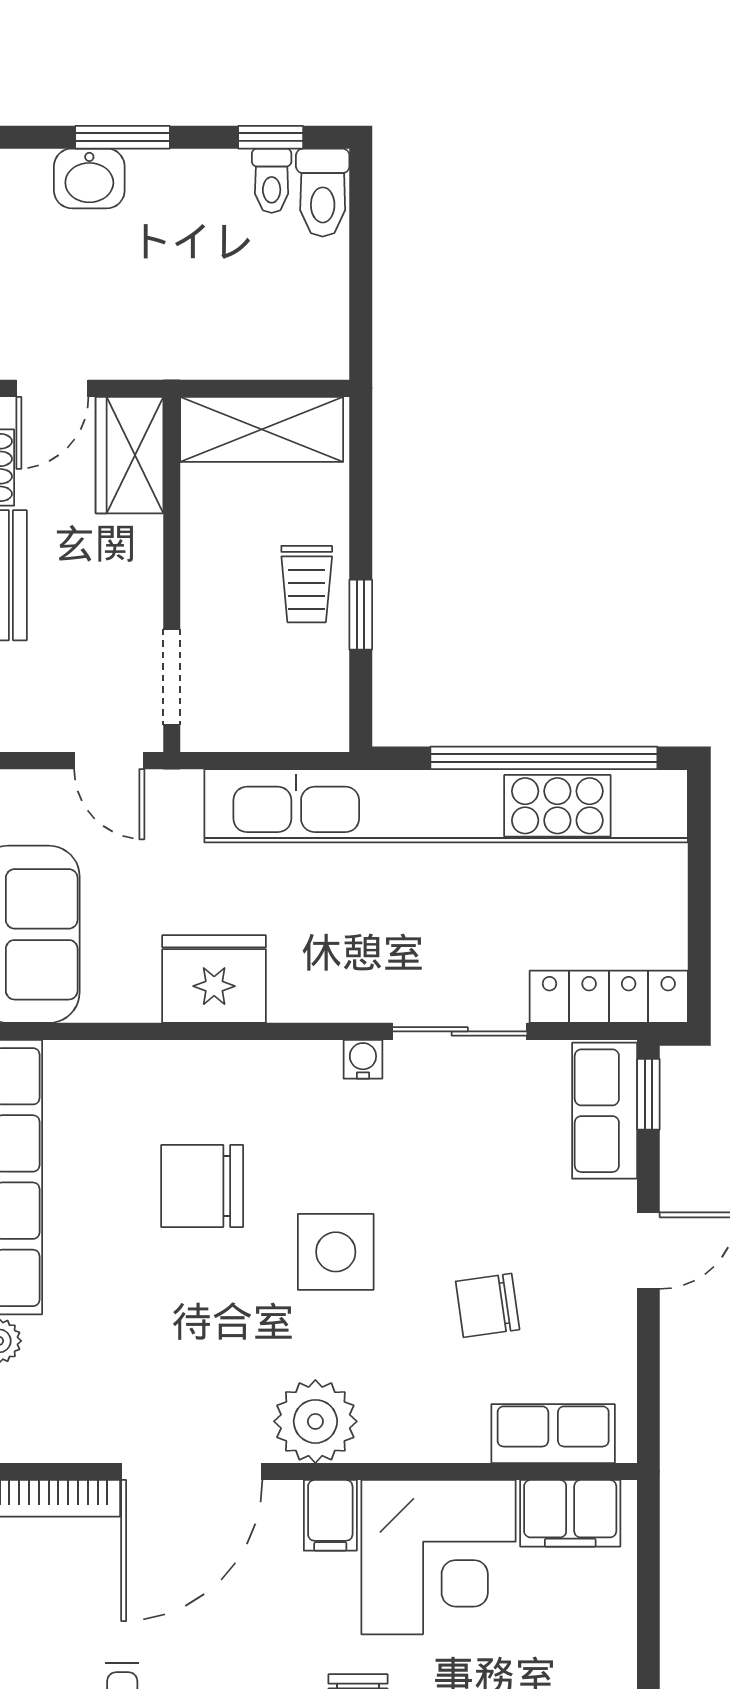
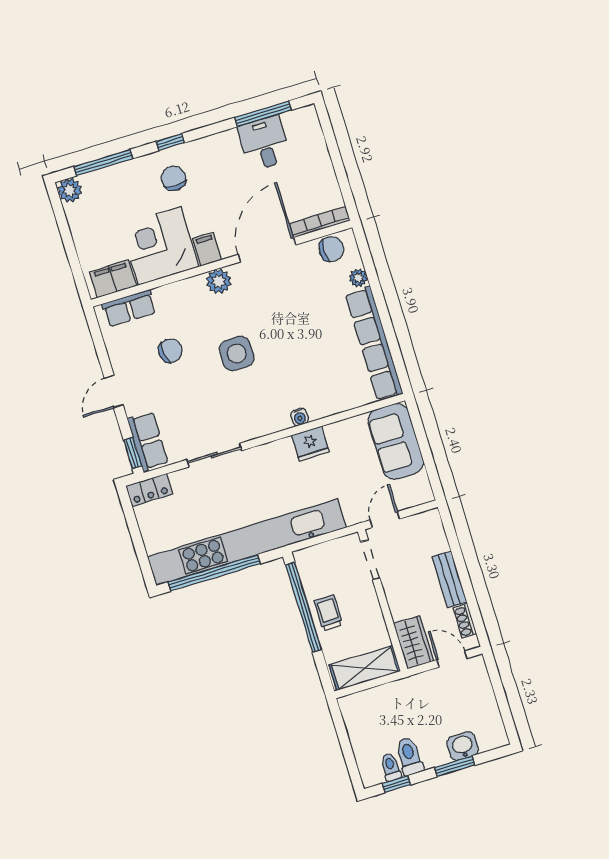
toilet: (323, 193) -> (409, 756), moved
door: (52, 388) -> (452, 659), hinge flipped
window: (361, 615) -> (303, 607), width x3.17
door: (109, 761) -> (385, 519), hinge flipped
fridge: (214, 979) -> (311, 443), width x0.73, depth x0.75
locker: (609, 997) -> (149, 490), width x0.66
water cooler: (363, 1059) -> (300, 417), moved
chair: (202, 1186) -> (331, 249), moved, width x0.73, depth x0.73
plant: (315, 1421) -> (219, 281), width x0.73, depth x0.73

